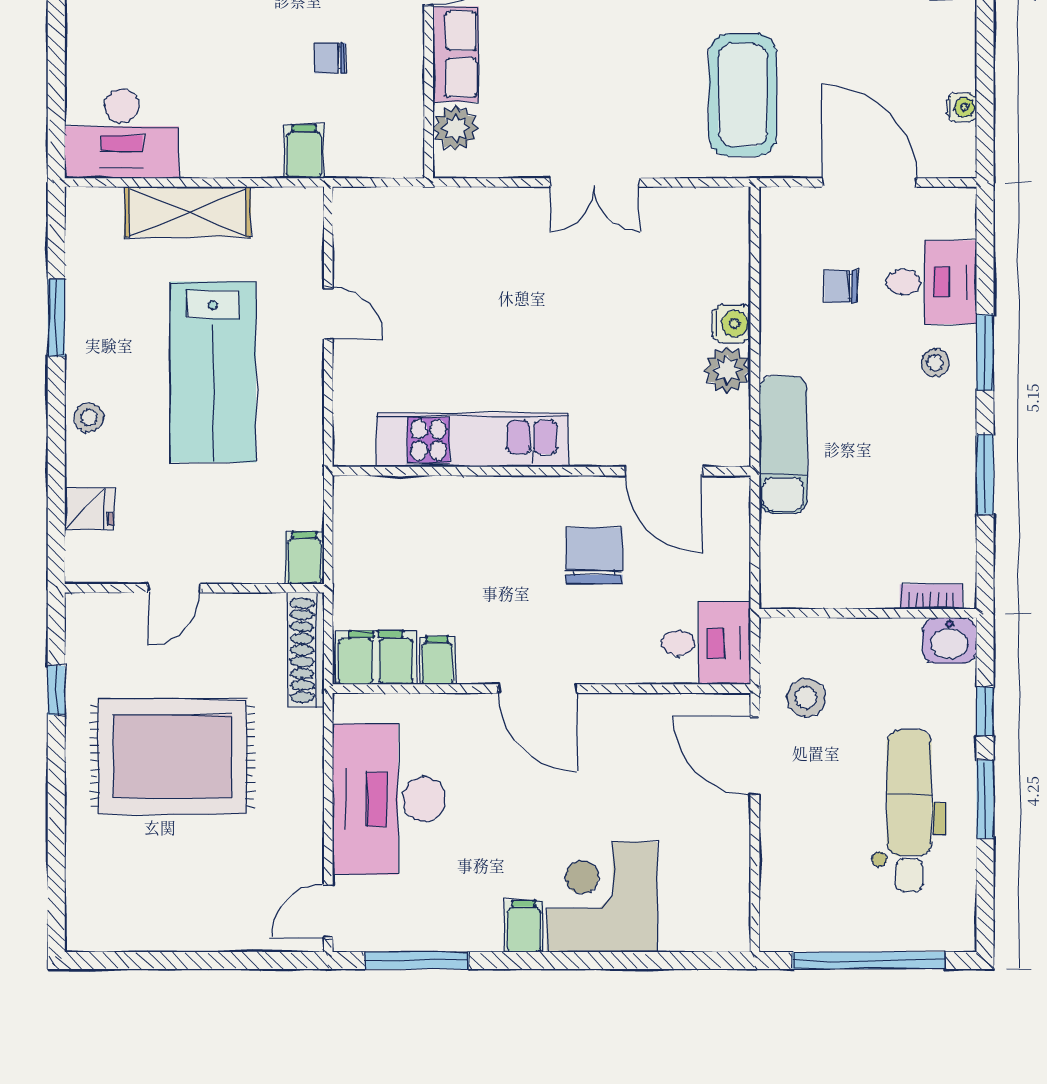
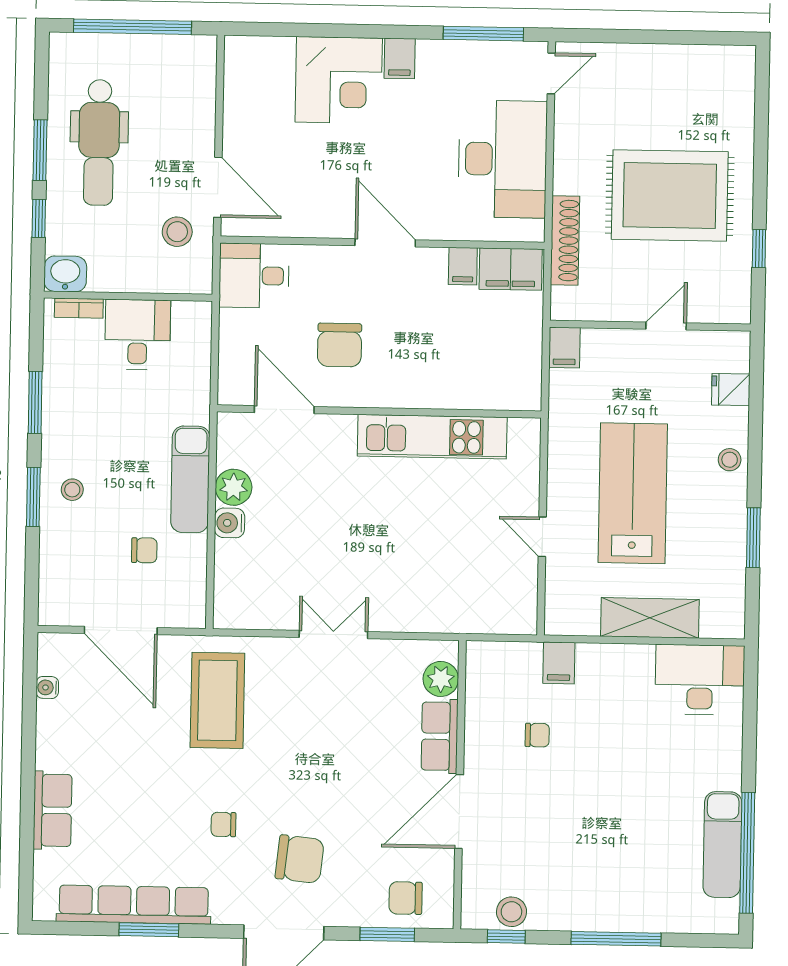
desk: (932, 282) -> (138, 335), moved, turned 90
exam couch: (783, 445) -> (190, 479), moved
shoe rack: (306, 650) -> (565, 241), moved

